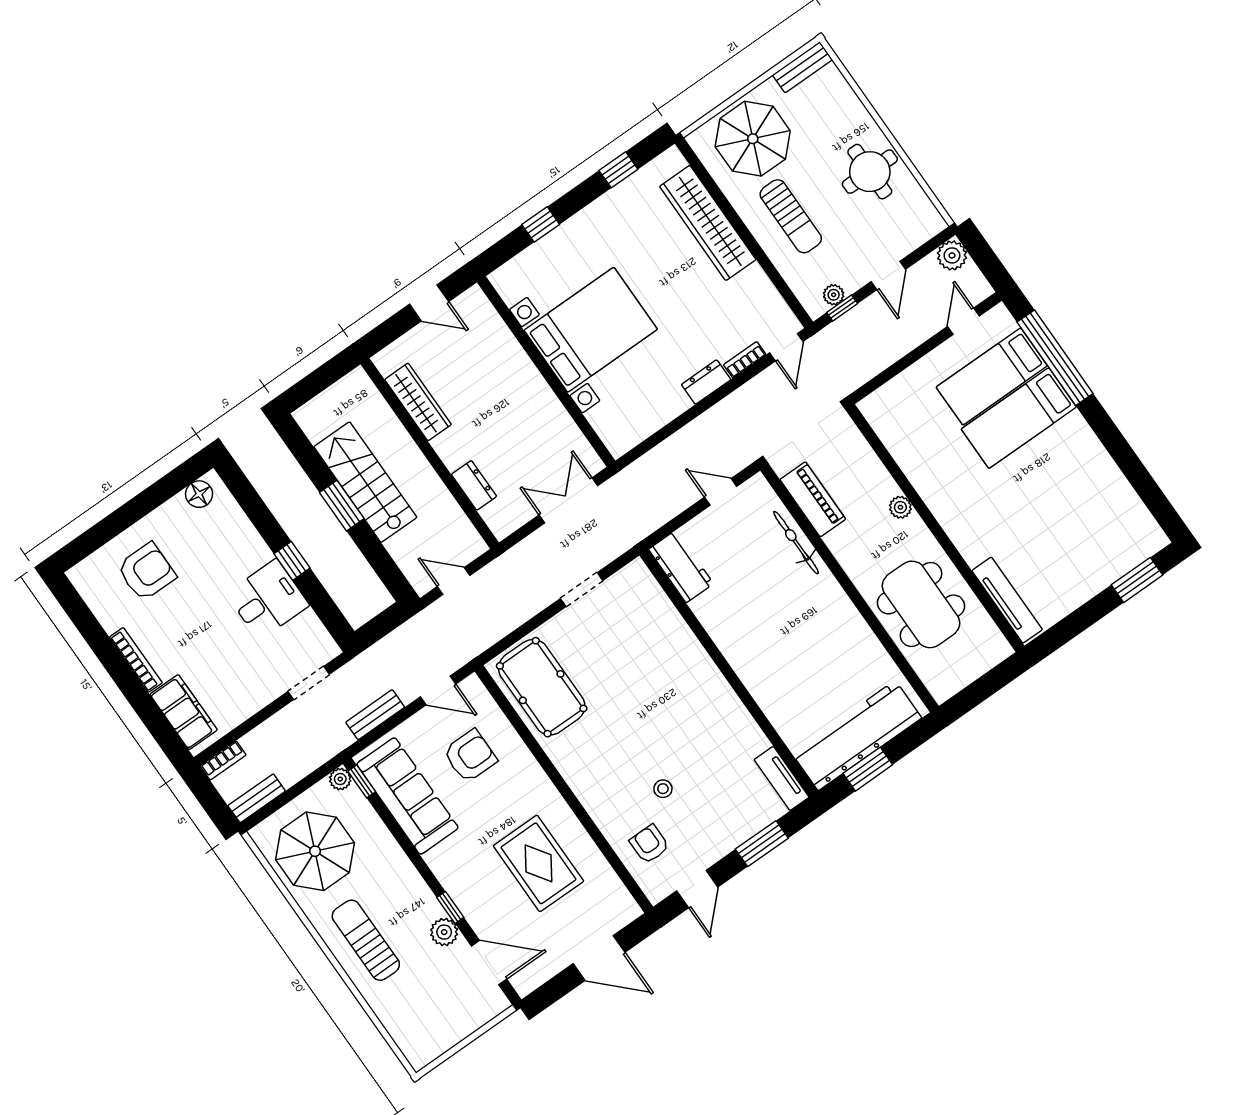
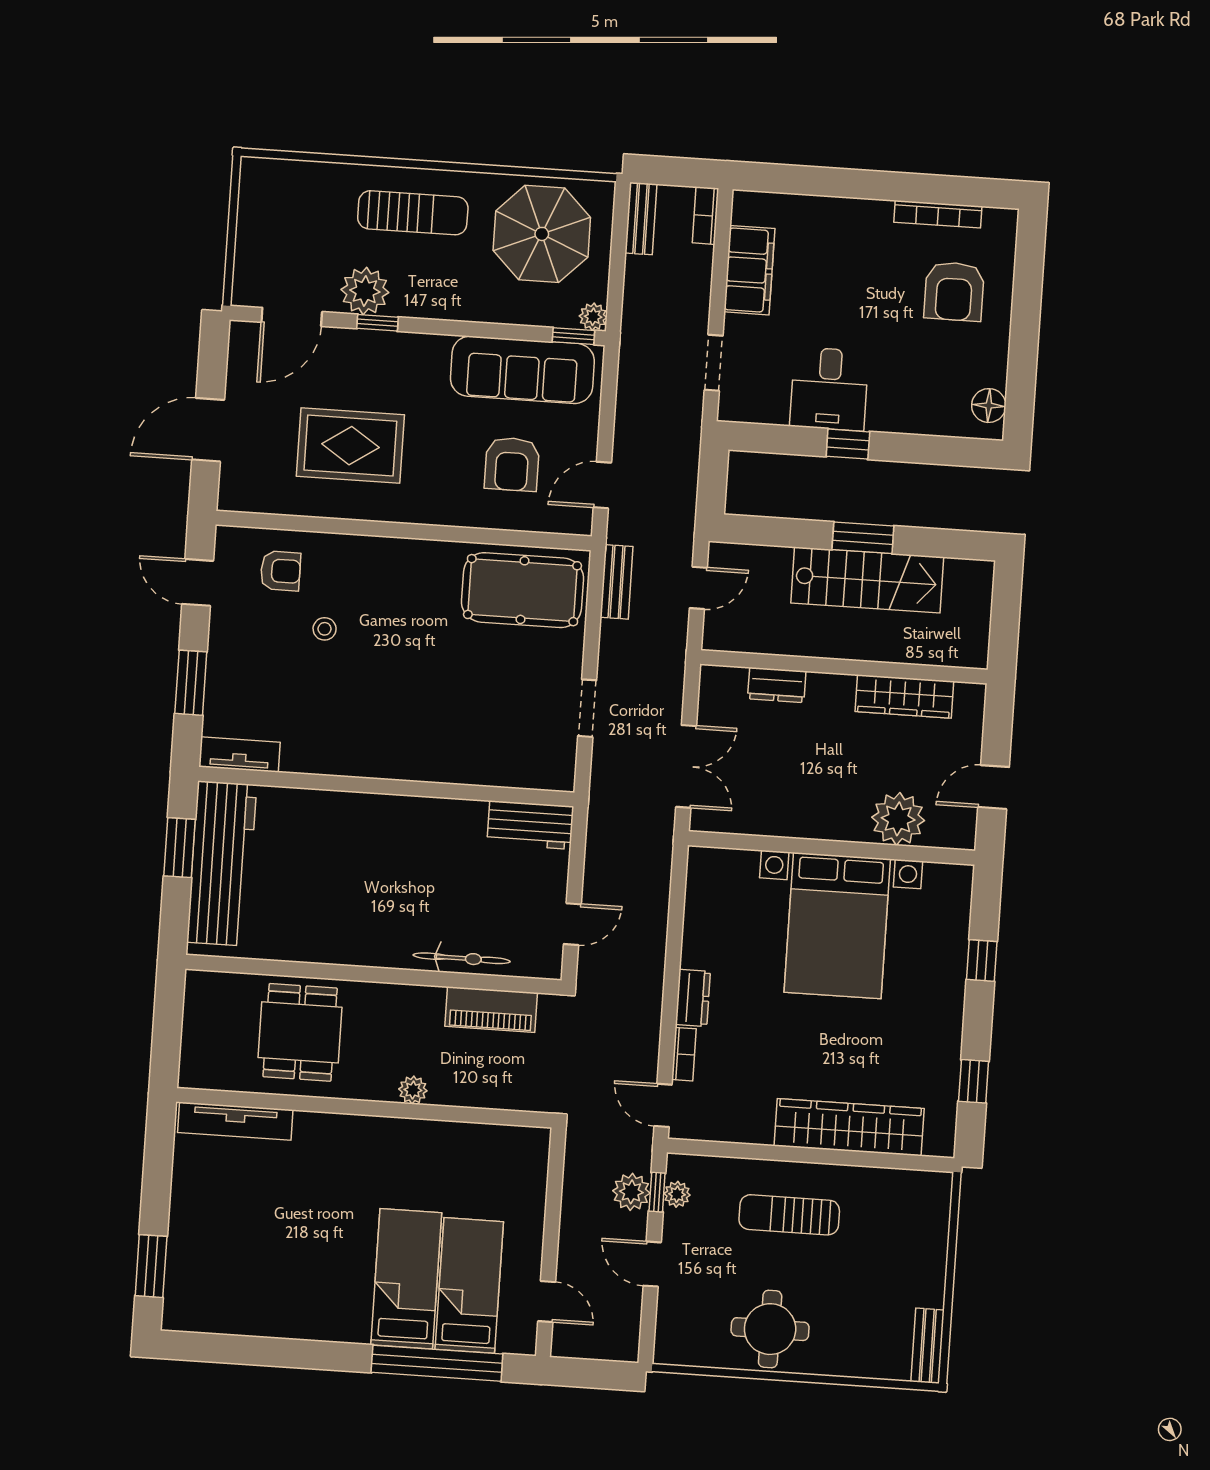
parasol: (753, 139) -> (897, 1239), removed
plant: (952, 255) -> (631, 1192), moved
plant: (496, 345) -> (898, 819), added
dining table: (921, 604) -> (300, 1032), width x0.73
bookcase: (136, 660) -> (938, 214), moved
filing cabinet: (184, 712) -> (749, 270), moved, turned -90
bench: (375, 715) -> (617, 582), moved
plant: (444, 932) -> (365, 291), width x1.36, depth x1.36

